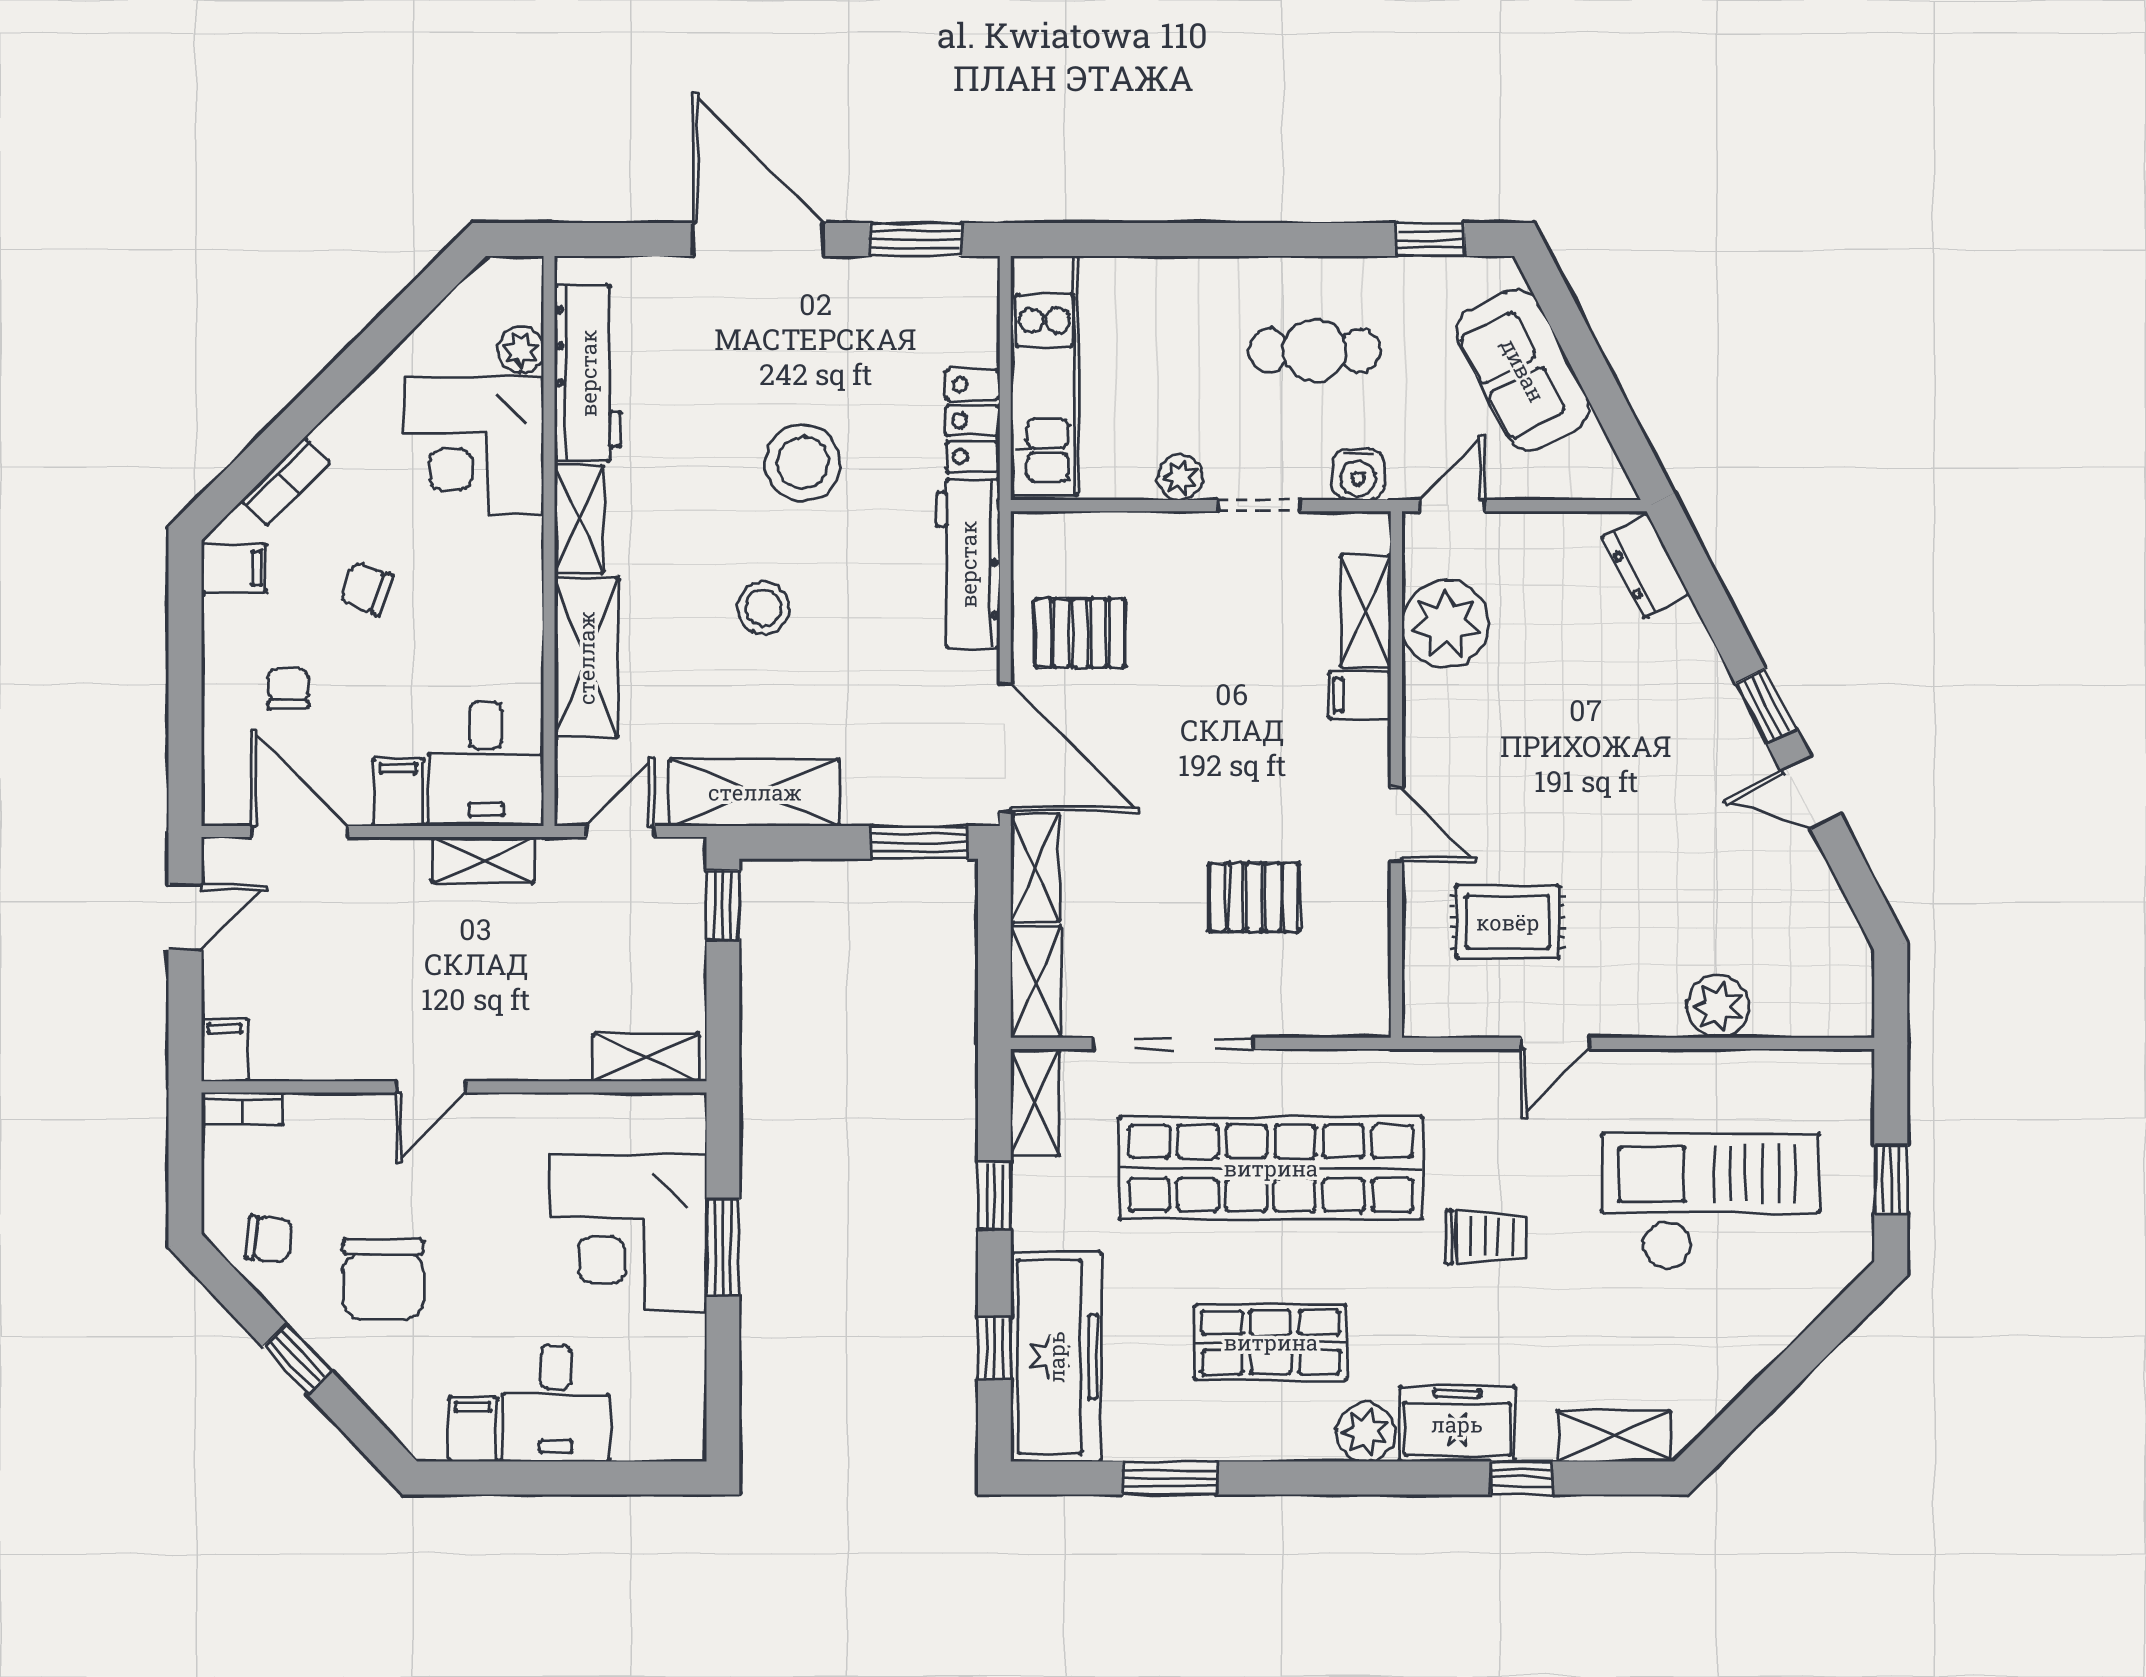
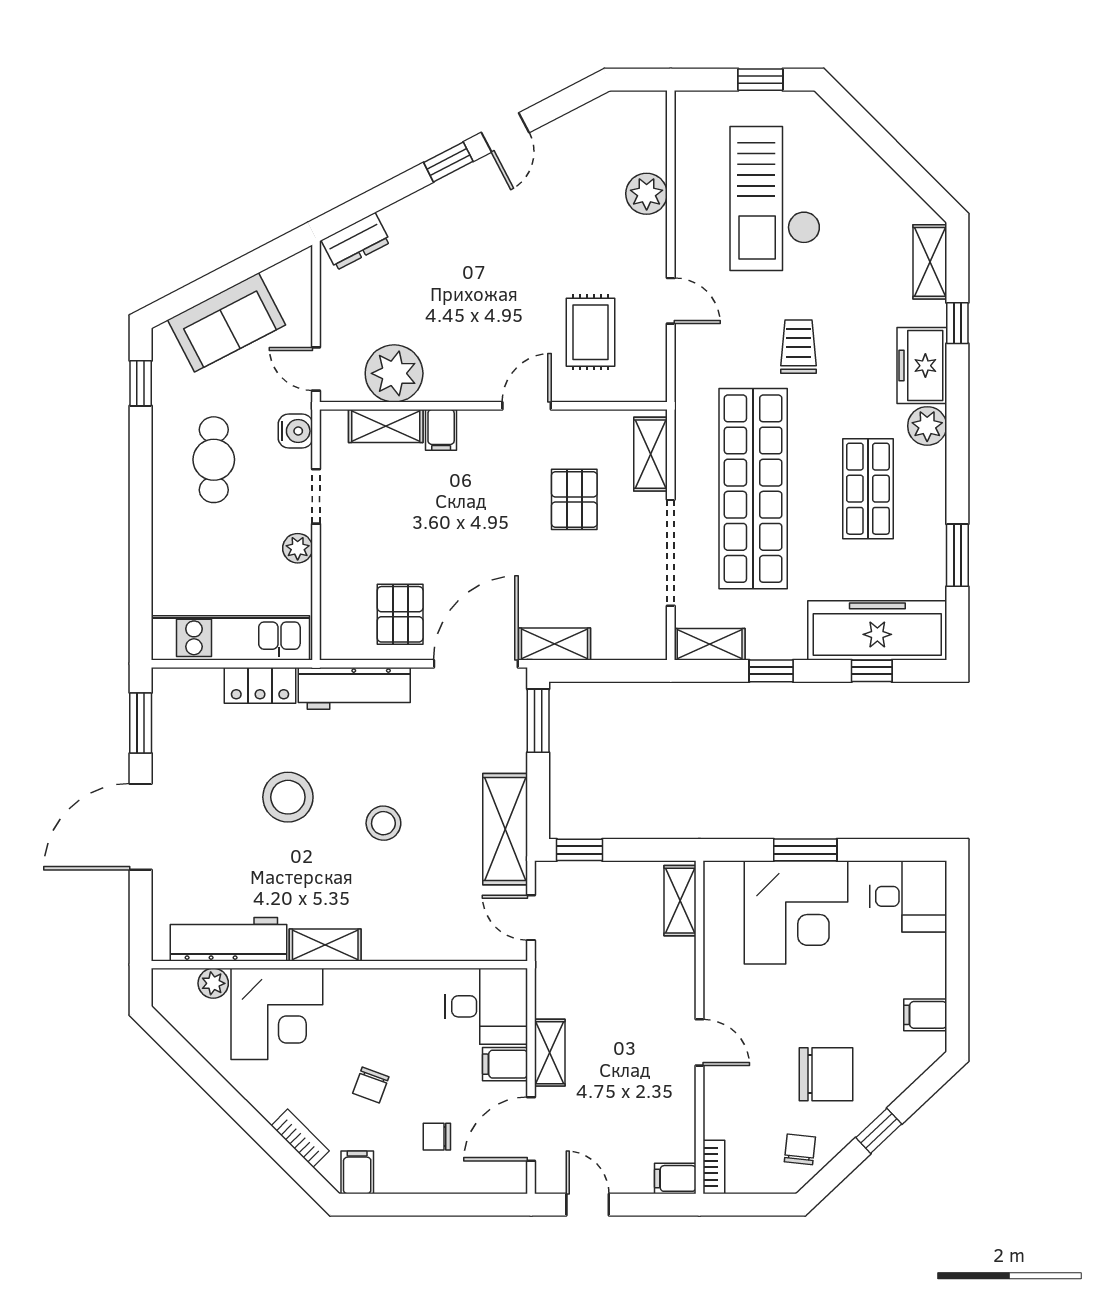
shelving: (586, 658) -> (416, 940), removed
shelving: (483, 860) -> (550, 1053), moved
shelving: (1036, 982) -> (651, 454), moved, turned 90
desk: (556, 1403) -> (908, 896), moved

